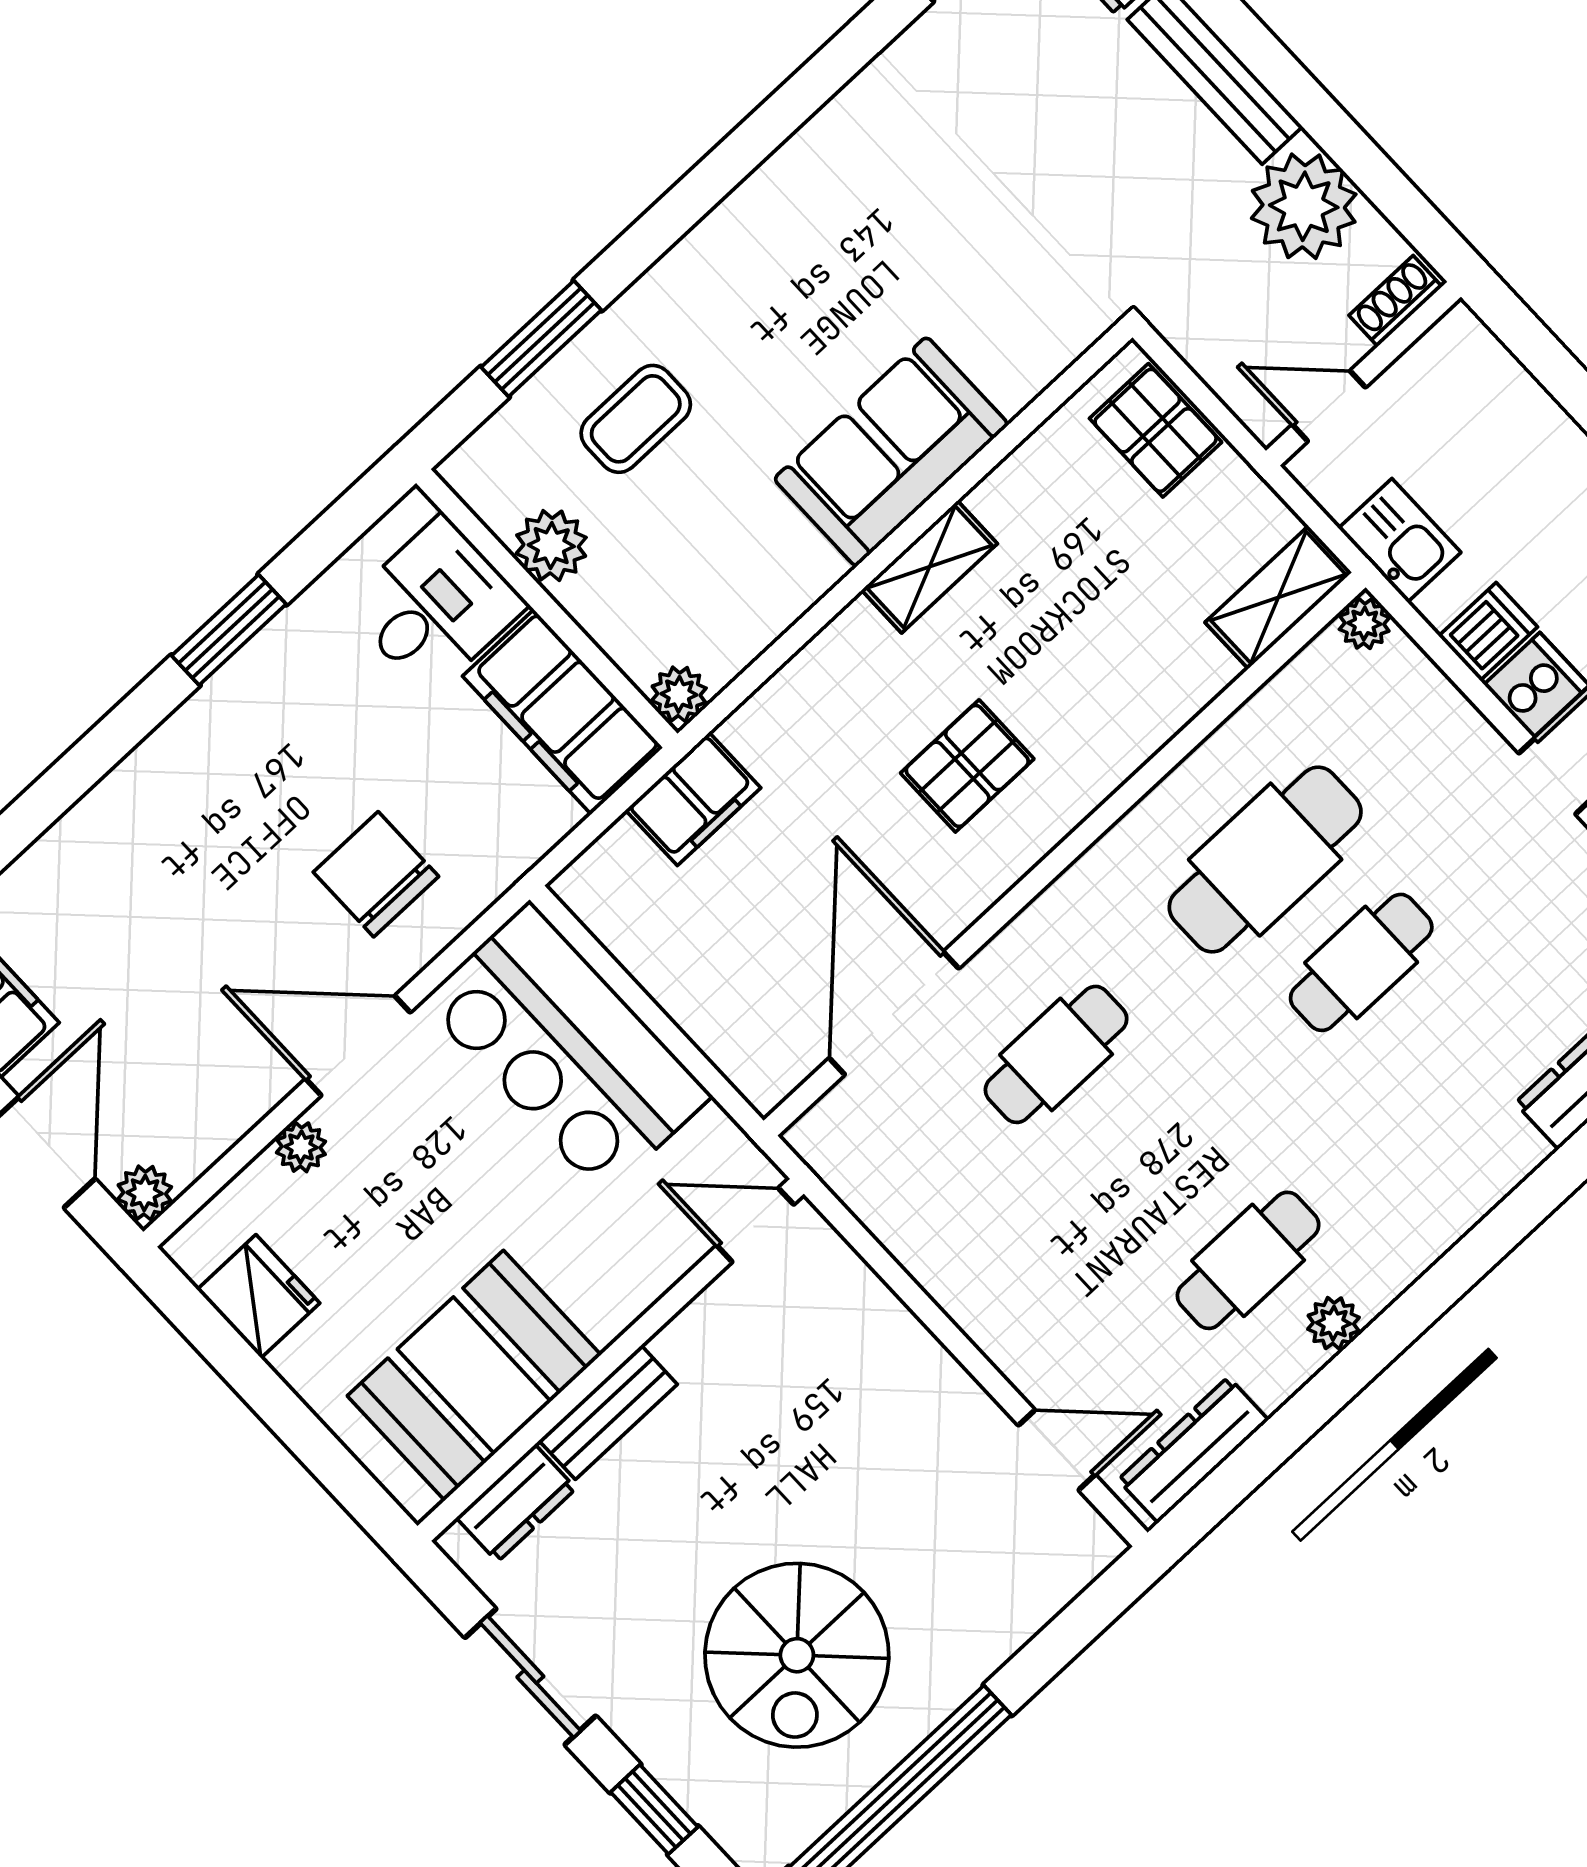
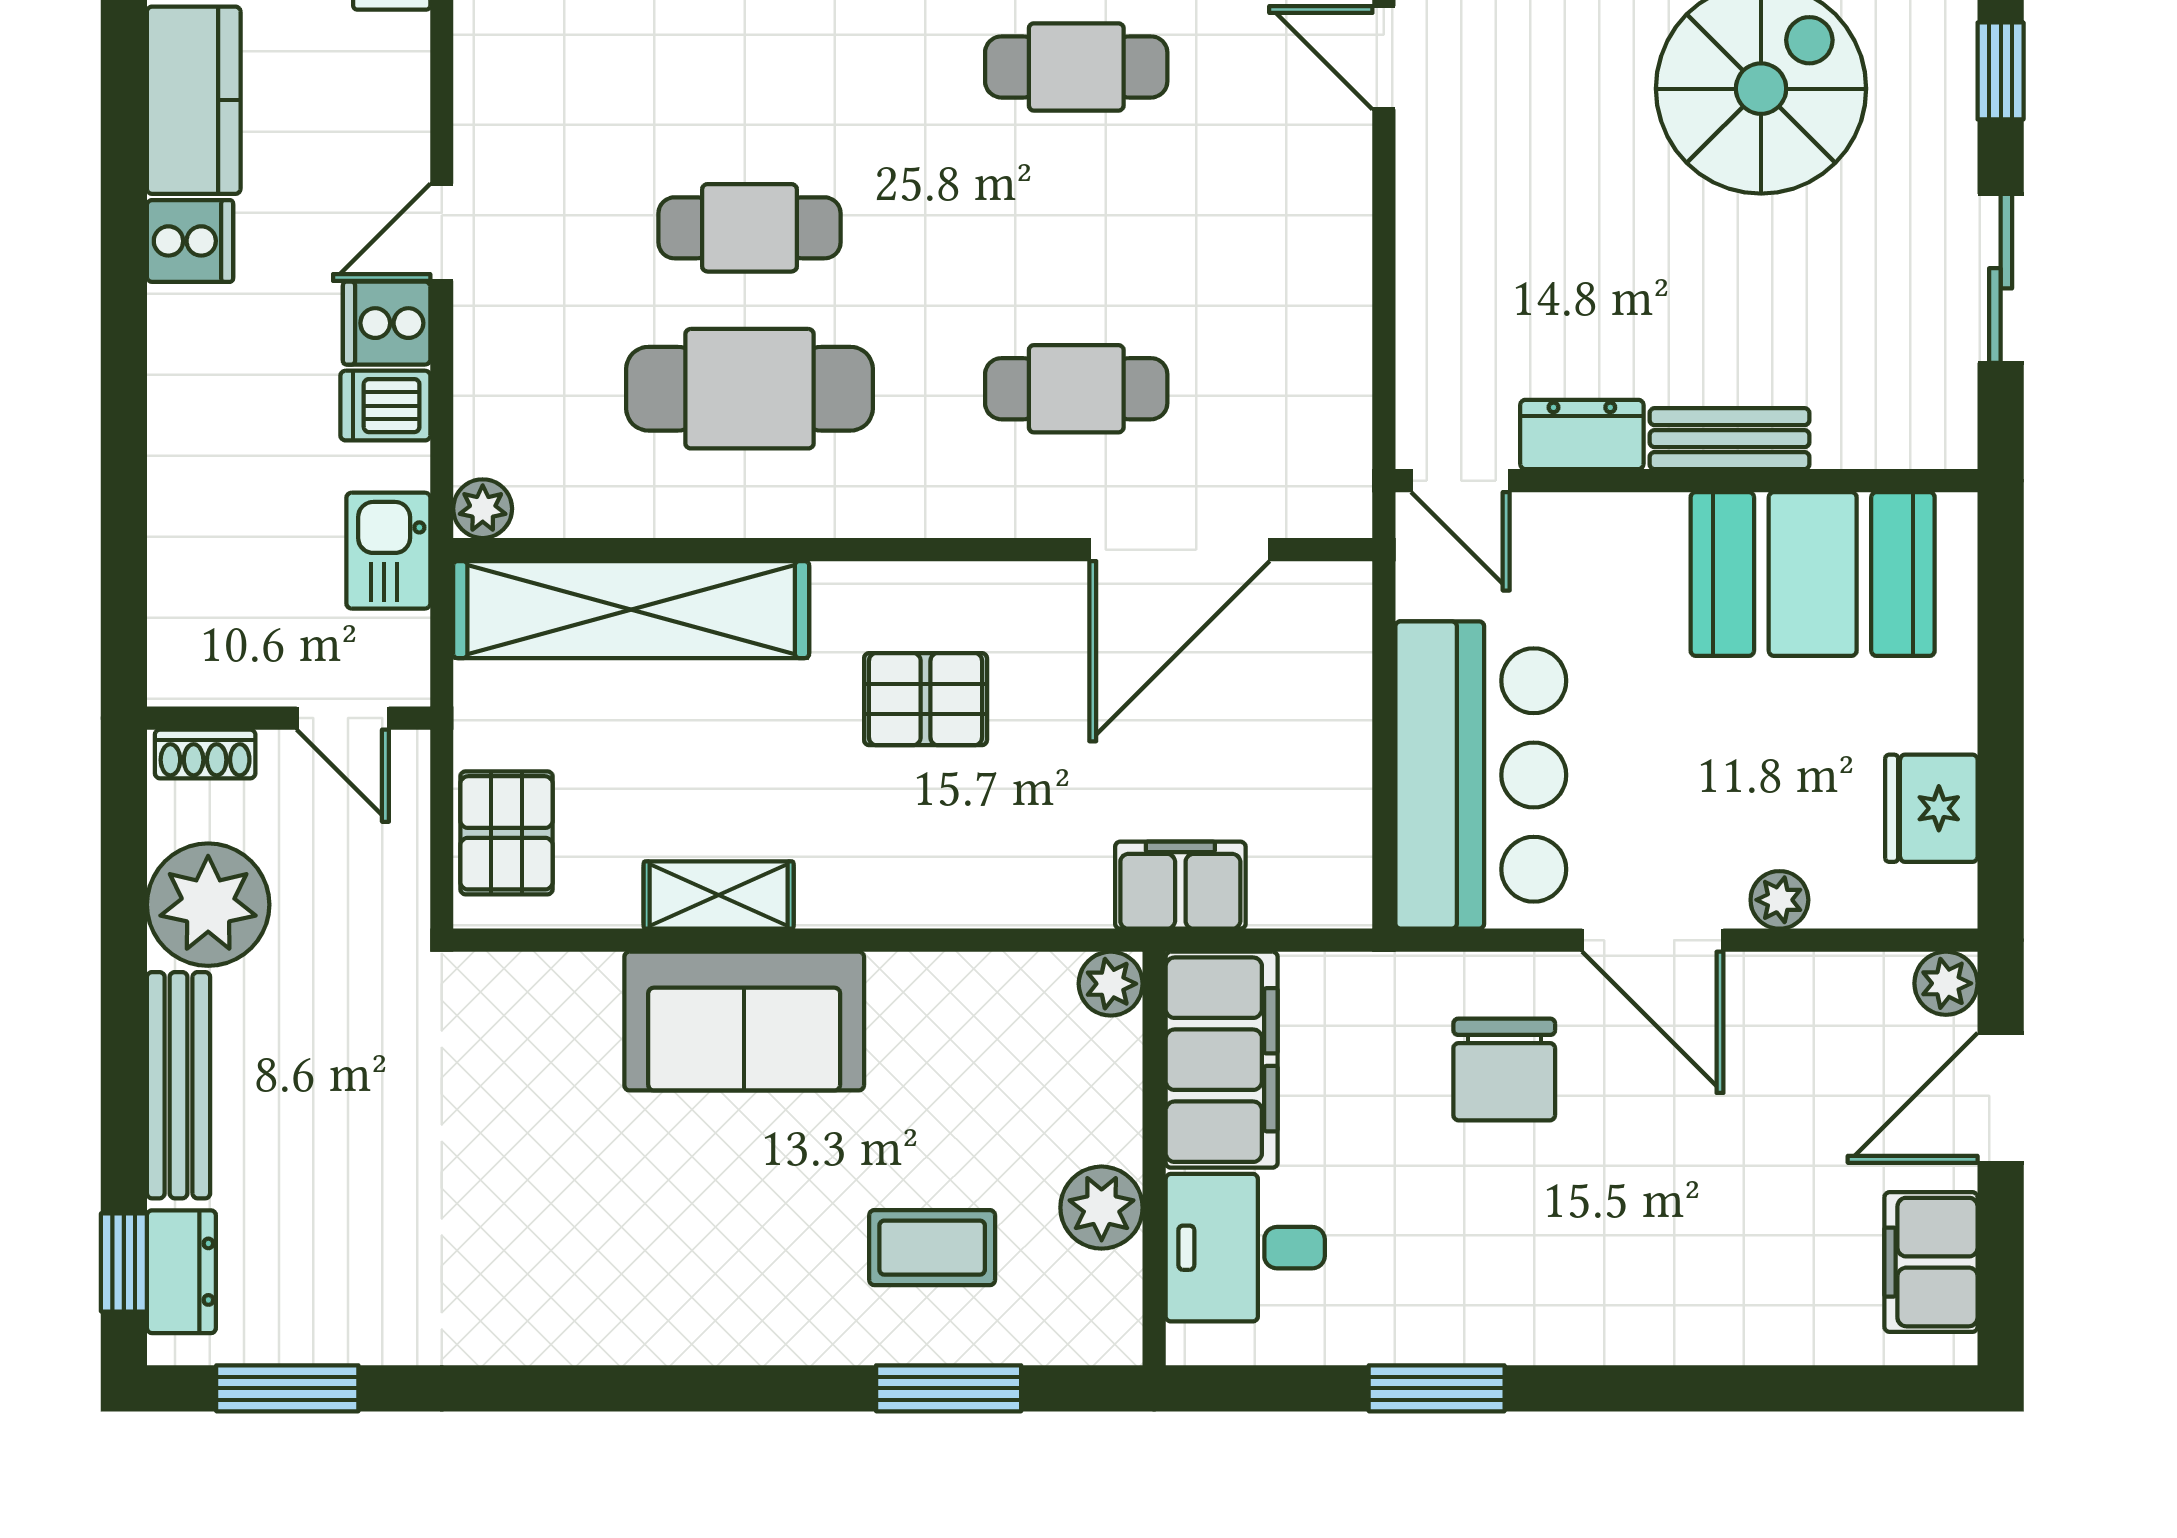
shelving: (929, 567) -> (719, 895), moved
shelving: (1278, 597) -> (631, 610), width x2.20, depth x1.33
dresser: (516, 1503) -> (1582, 434), moved

